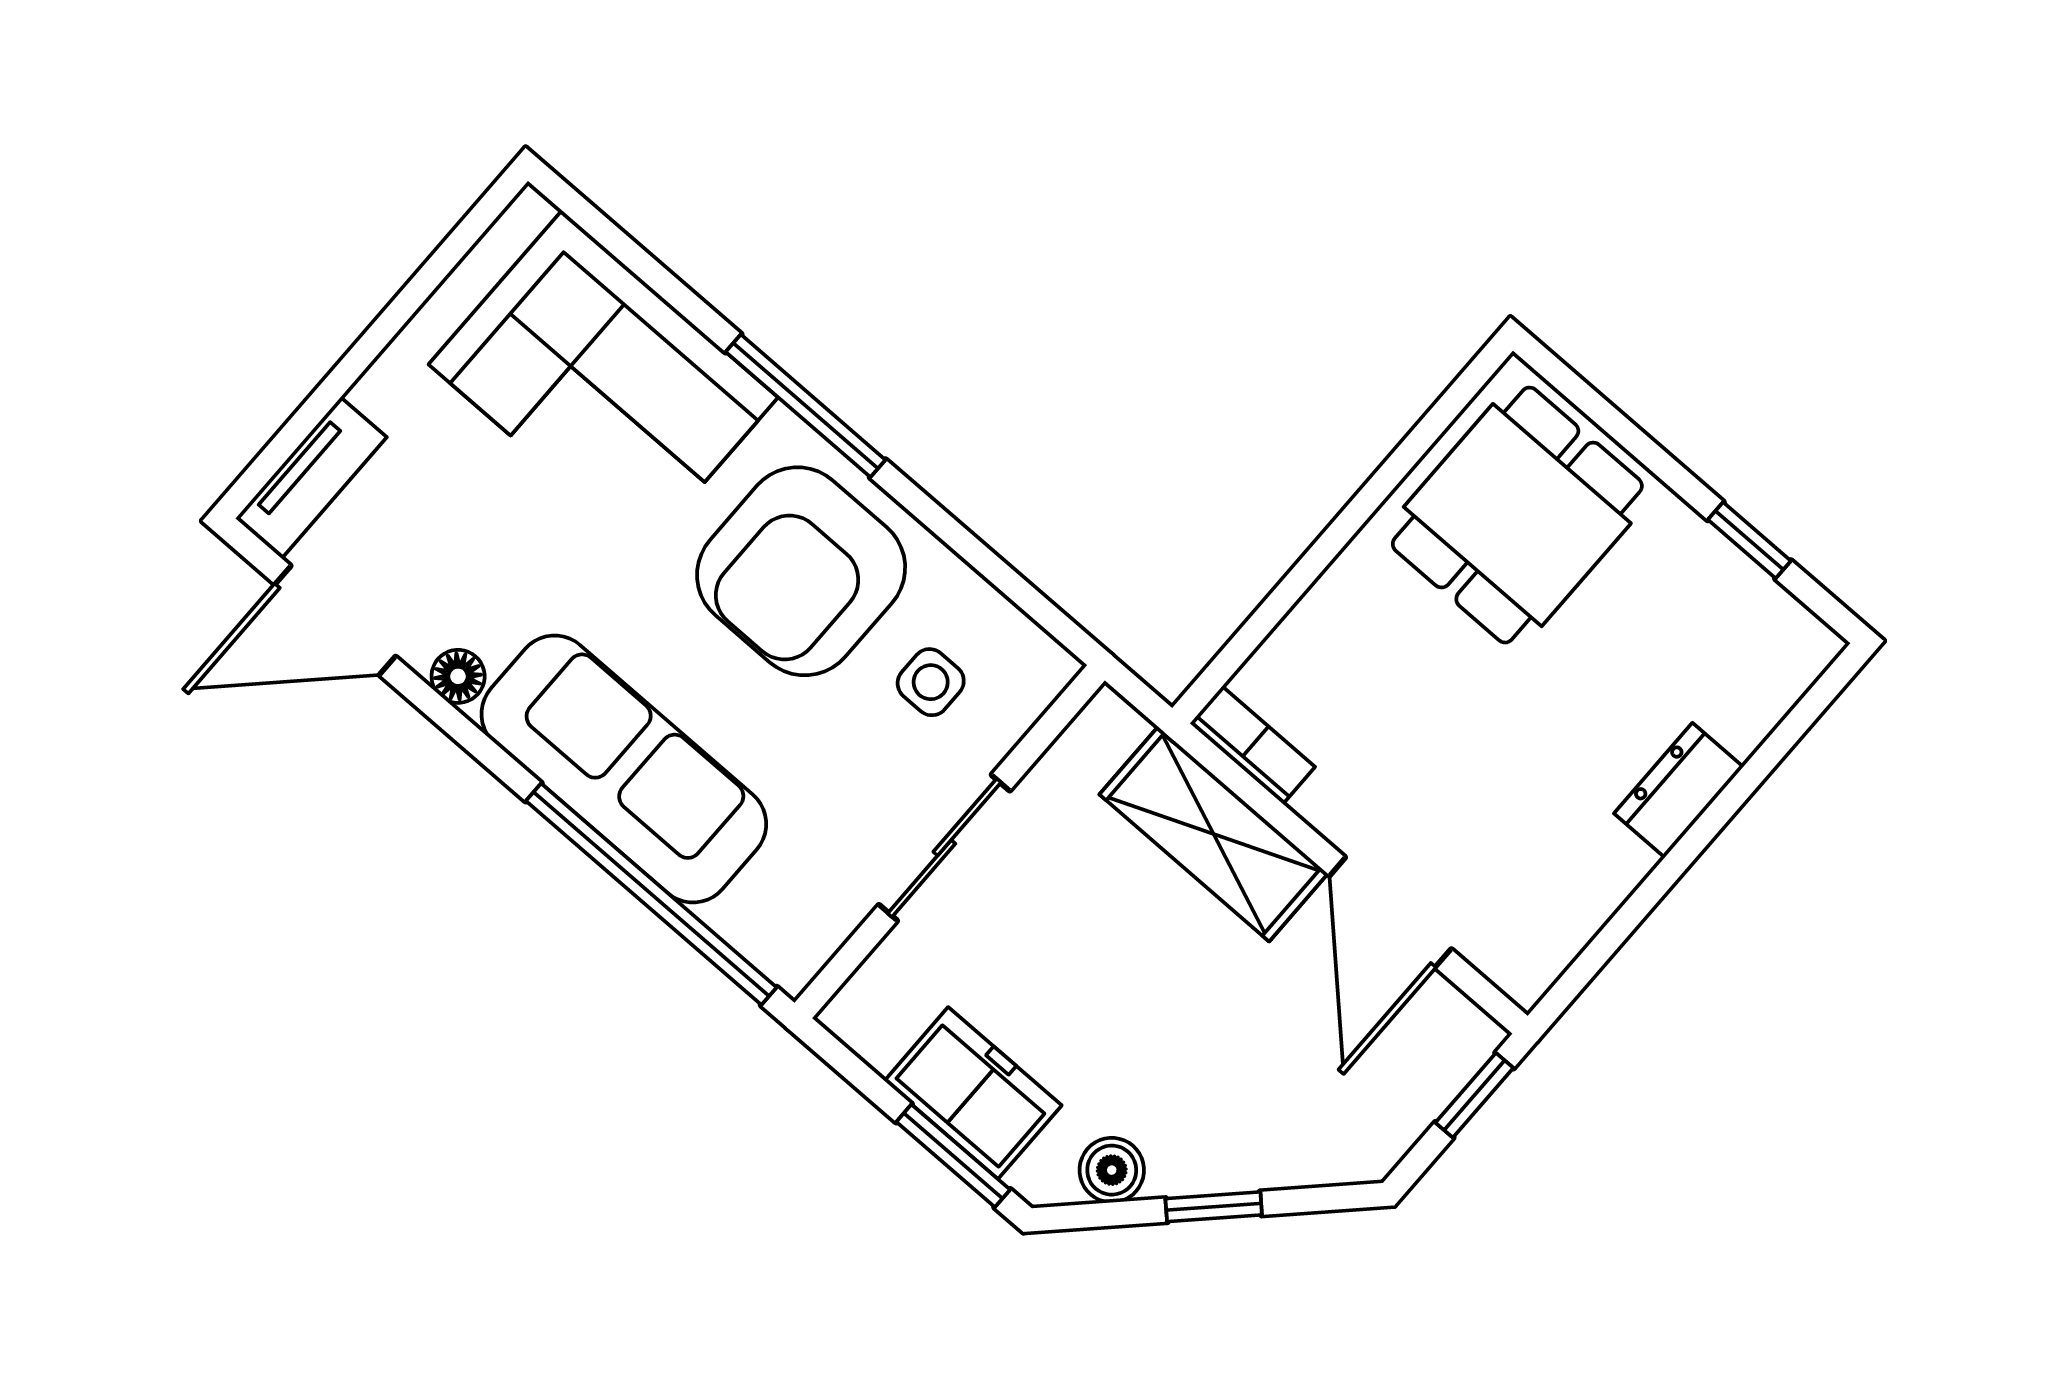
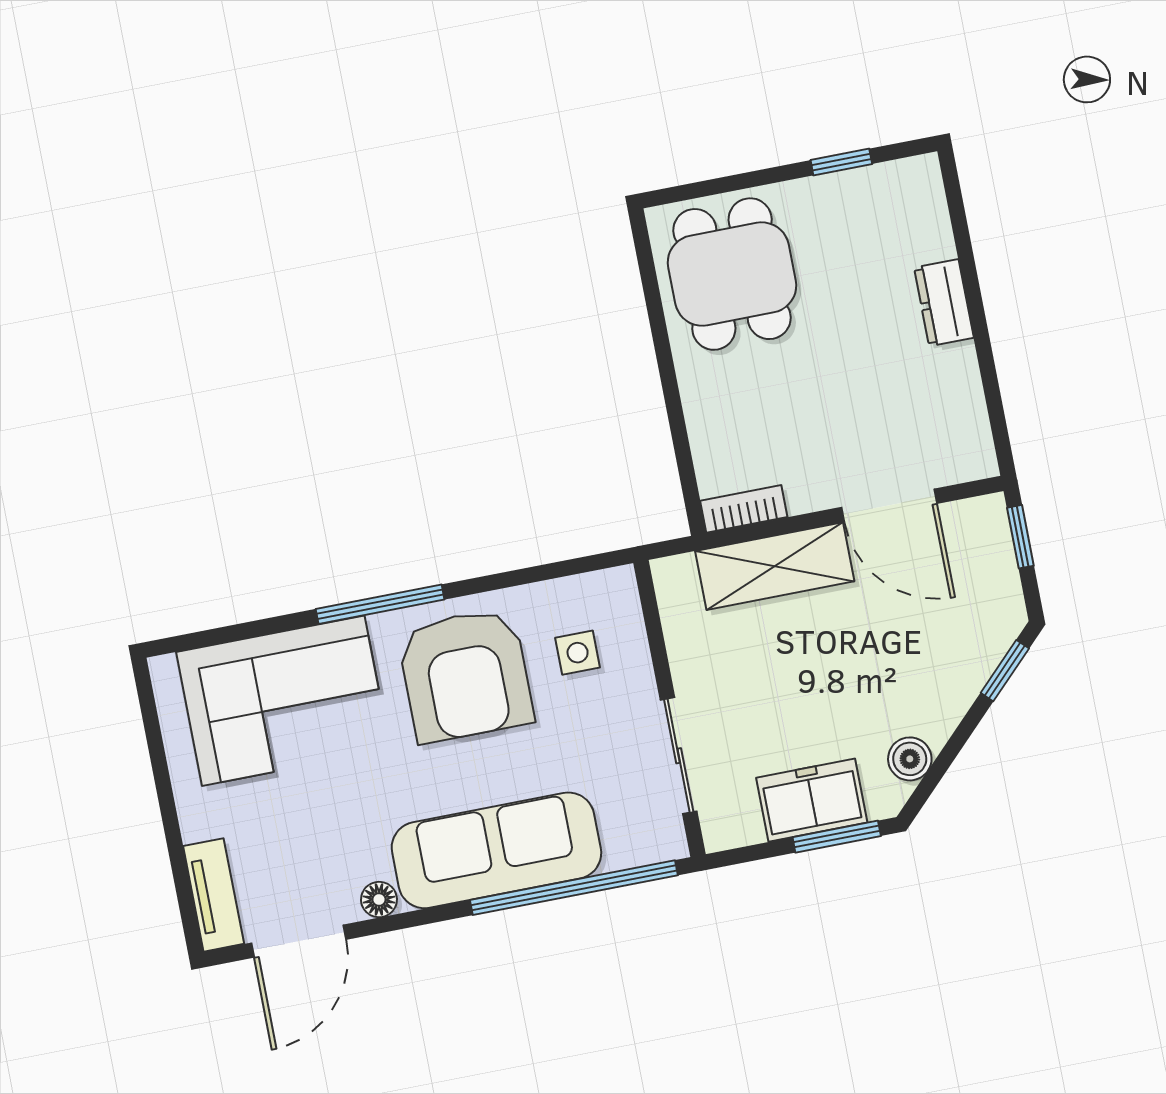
sliding door: (944, 848) -> (679, 756), moved
window: (1214, 1207) -> (1005, 671), moved

